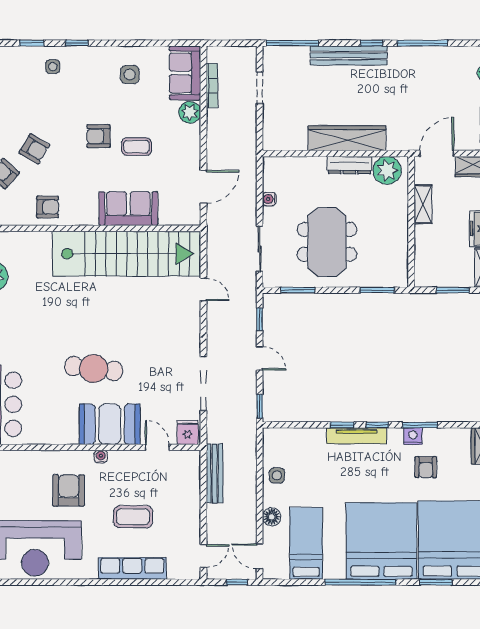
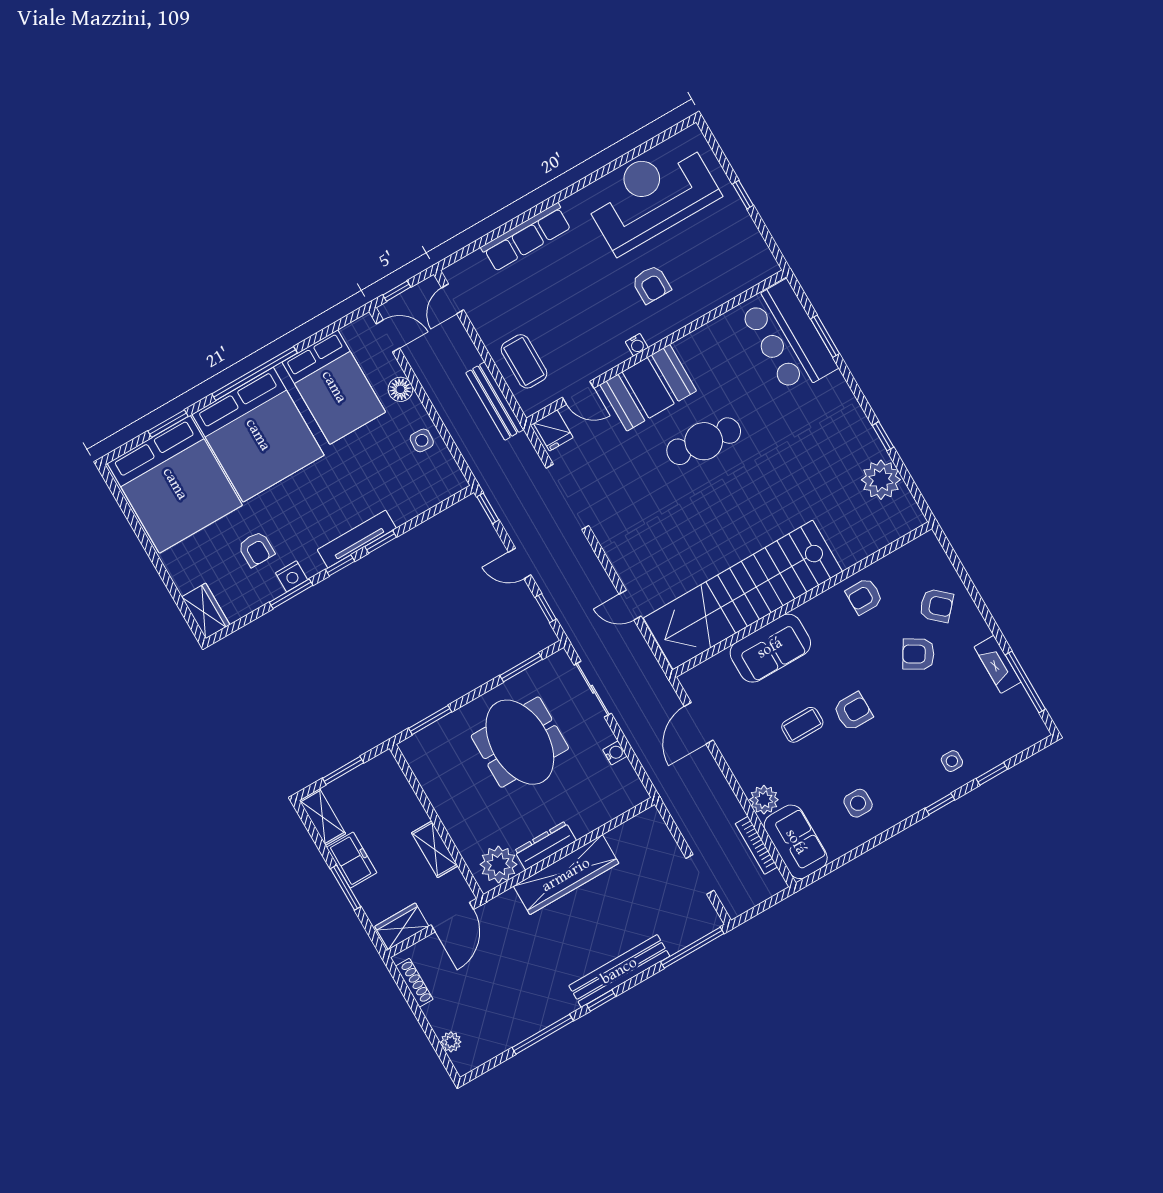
armchair: (426, 467) -> (256, 549), turned 180
armchair: (69, 490) -> (651, 284), width x0.72, depth x0.72
coffee table: (133, 517) -> (524, 361), moved, turned 90
bed: (306, 543) -> (334, 387), width x1.50

